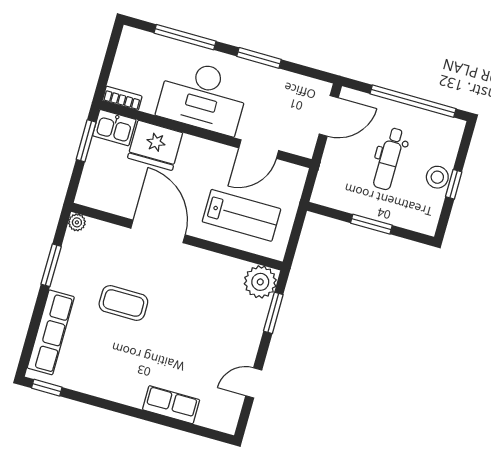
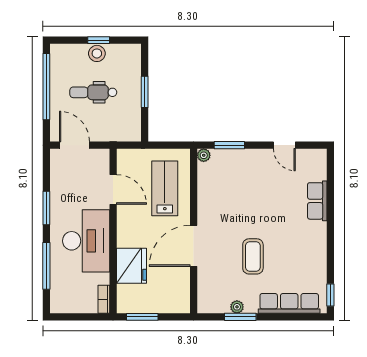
kitchen sink: (114, 128) -> (127, 299), removed
dental chair: (389, 159) -> (93, 92), turned 180
plant: (77, 222) -> (237, 307), moved
plant: (260, 282) -> (204, 155), width x0.53, depth x0.53

